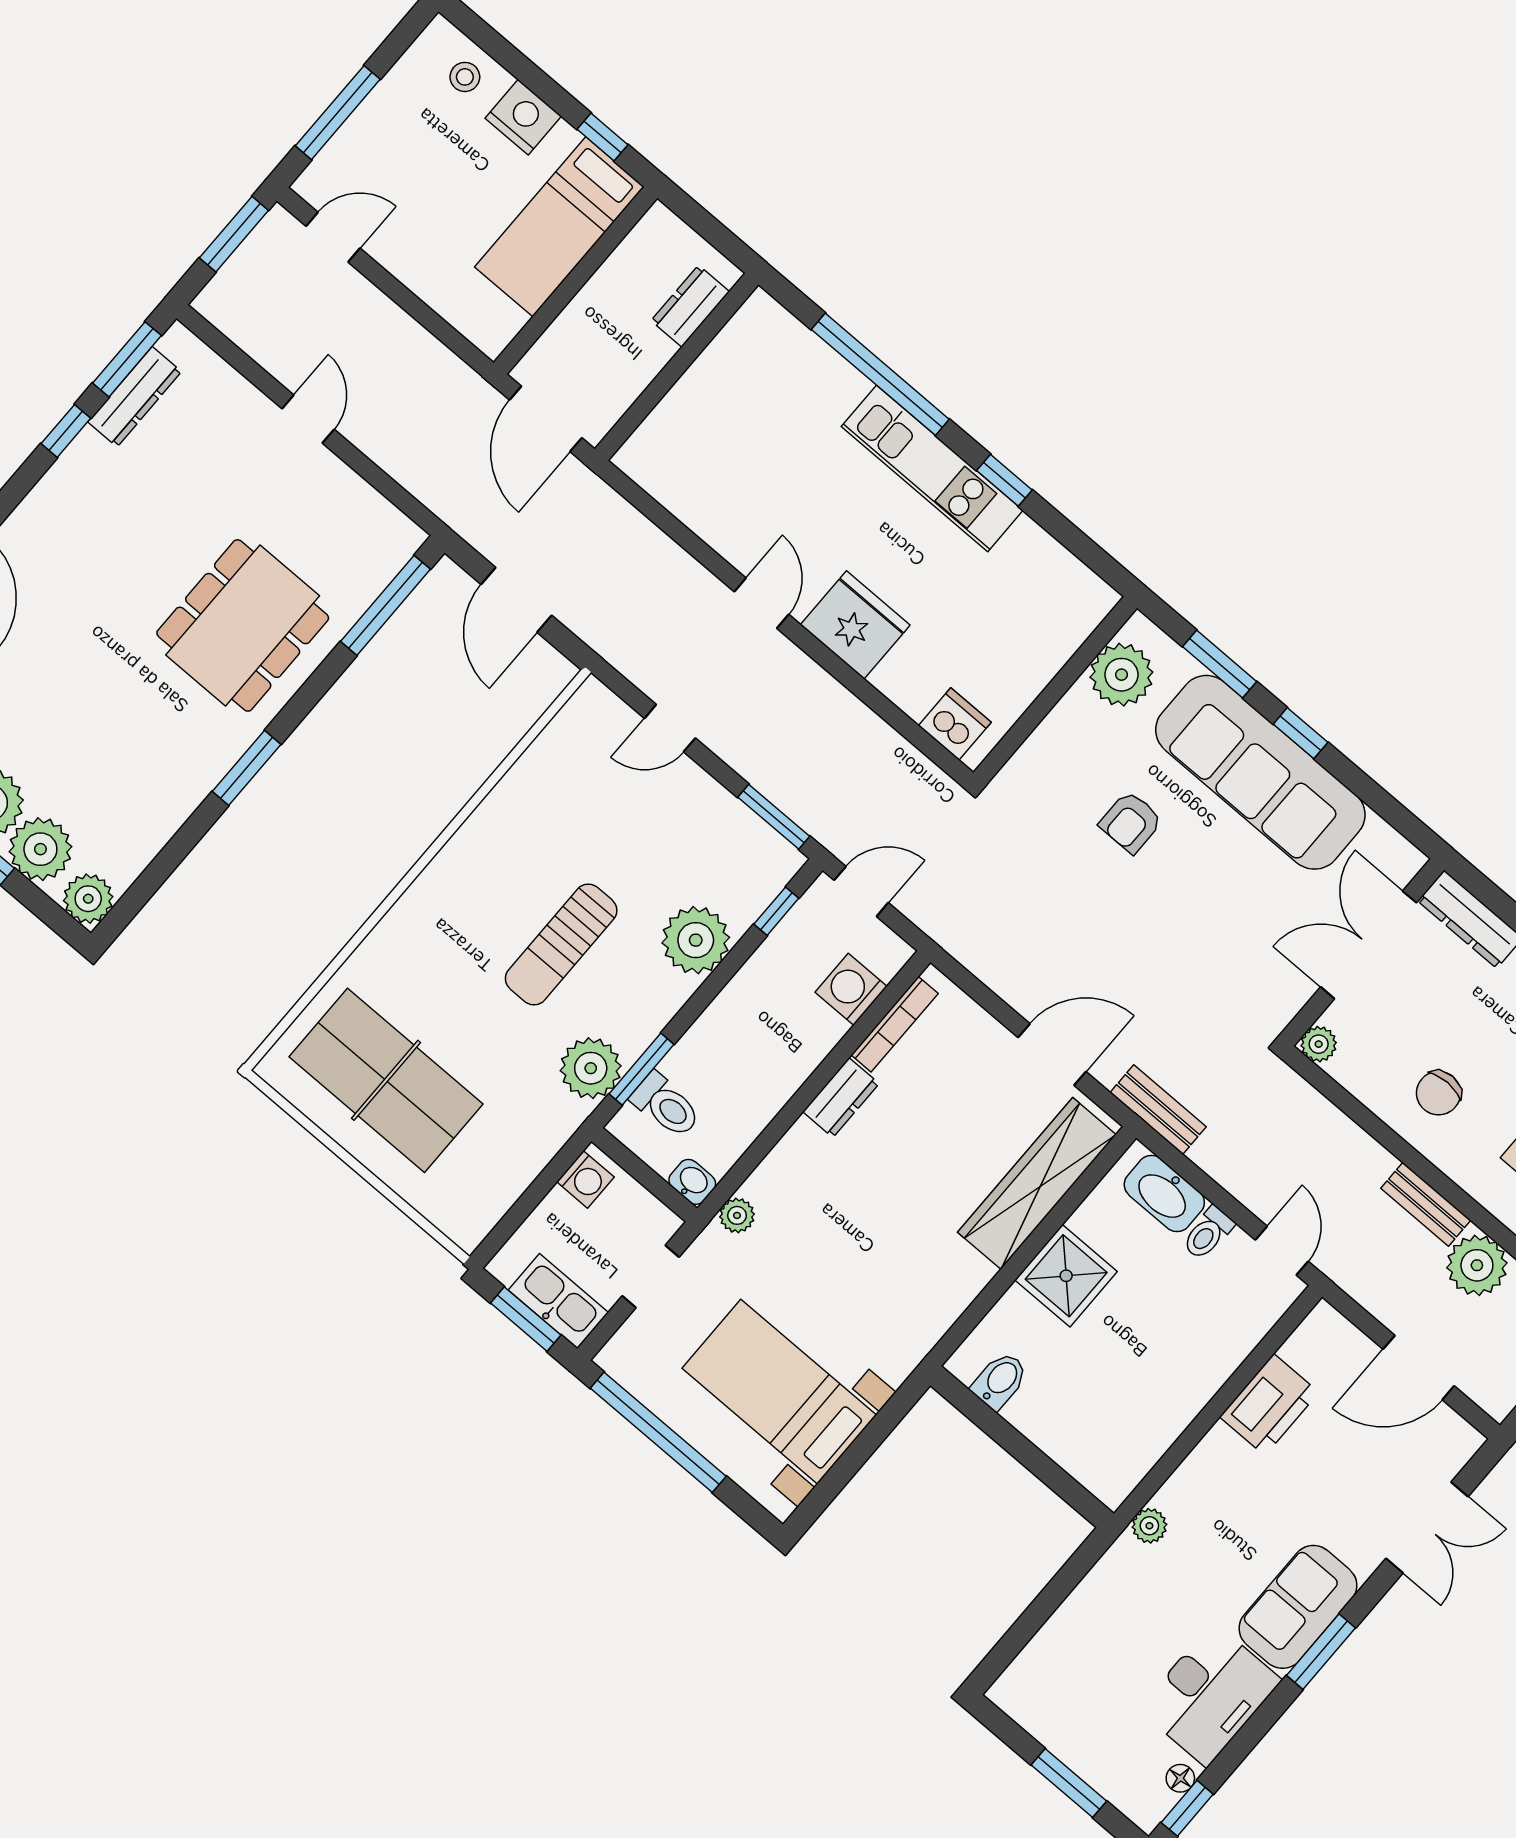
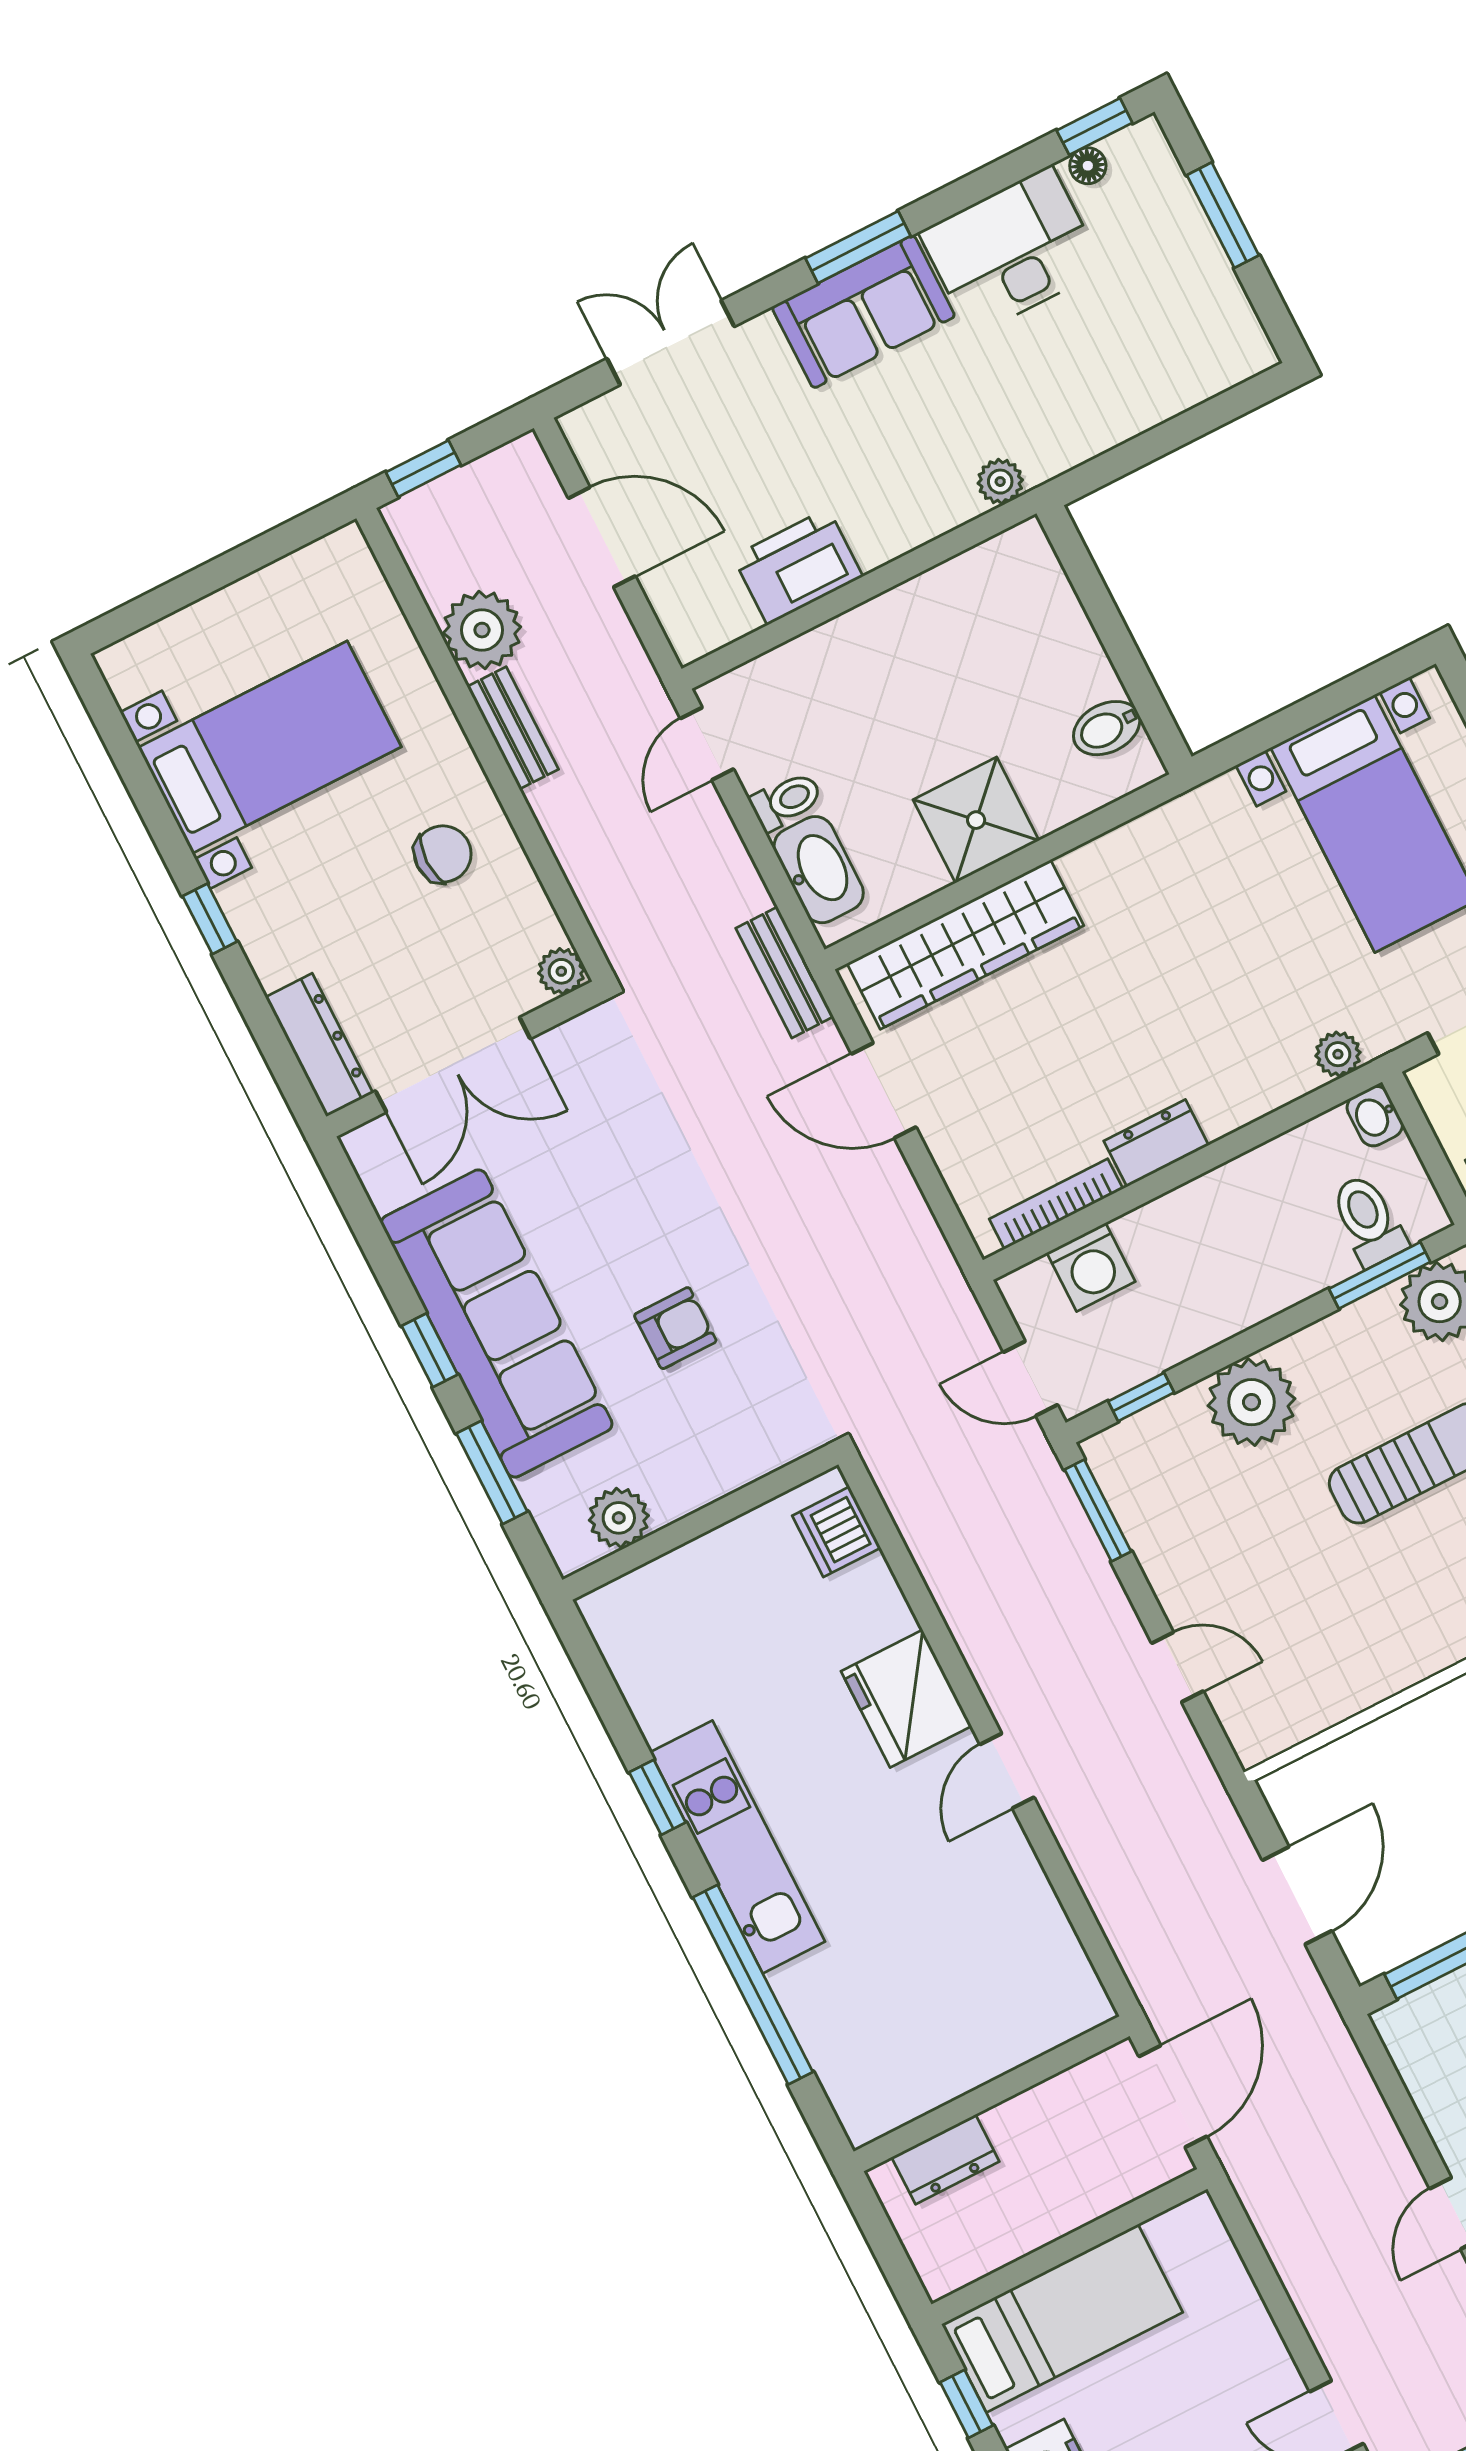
plant: (1121, 675) -> (619, 1518), width x0.73, depth x0.73

